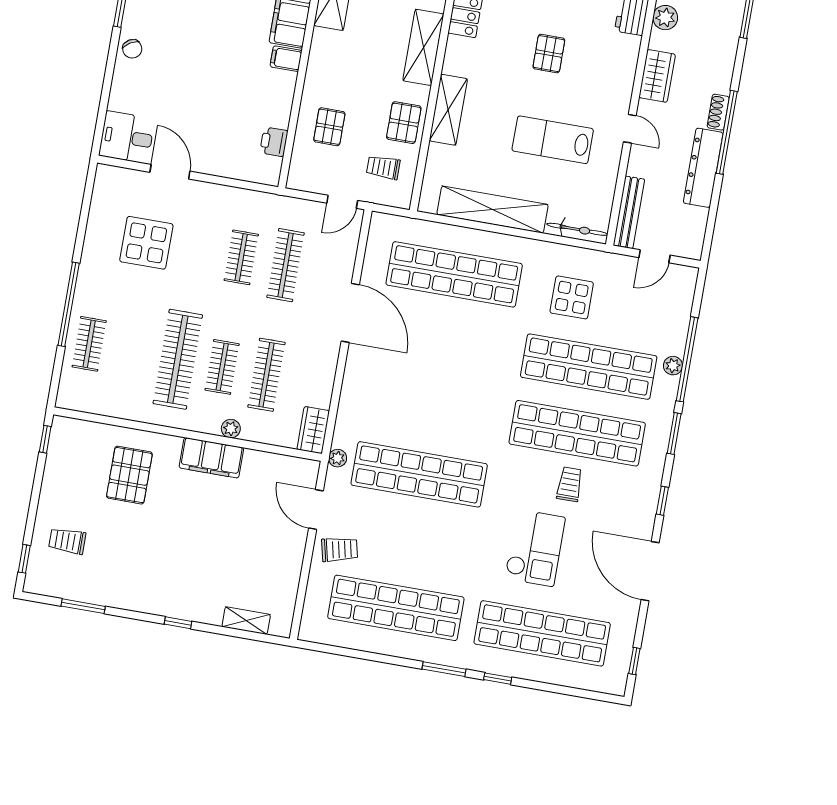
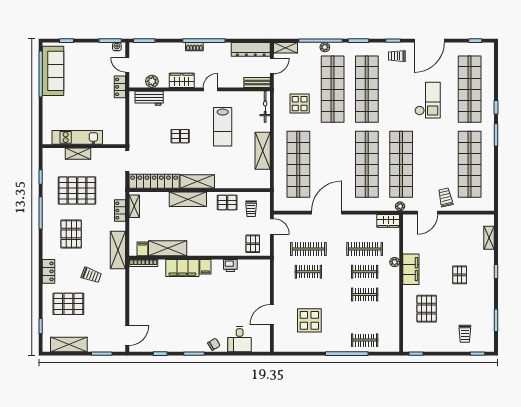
shelving: (448, 110) -> (197, 181), moved
pallet: (329, 127) -> (253, 244), moved, turned 90
desk: (127, 137) -> (240, 339), moved
printer: (274, 142) -> (230, 266), moved
dresser: (703, 168) -> (251, 49), moved
shelving: (492, 210) -> (263, 151), width x0.68
bench: (629, 212) -> (257, 83), width x0.73
door: (654, 256) -> (272, 66), hinge flipped
shelving: (685, 289) -> (286, 48), added
clothes rail: (178, 359) -> (365, 295), width x0.54, depth x0.76
shop shelf: (431, 408) -> (367, 164), added
pallet: (129, 475) -> (427, 309), turned 90
trolley: (570, 484) -> (397, 56), moved
checkout: (535, 548) -> (428, 100), turned 90
pallet: (184, 551) -> (460, 275), added

